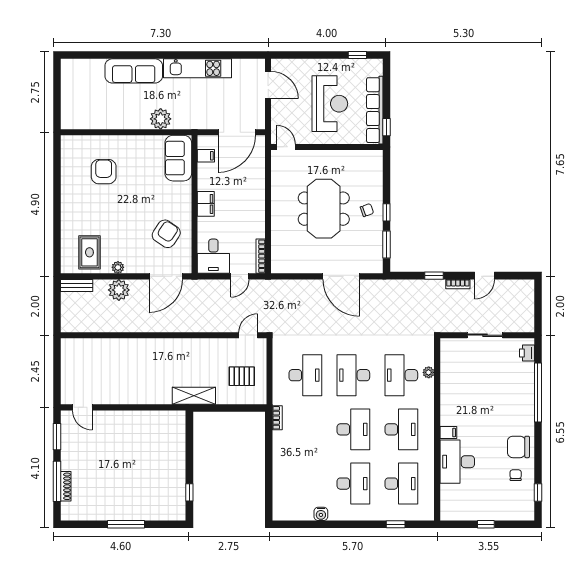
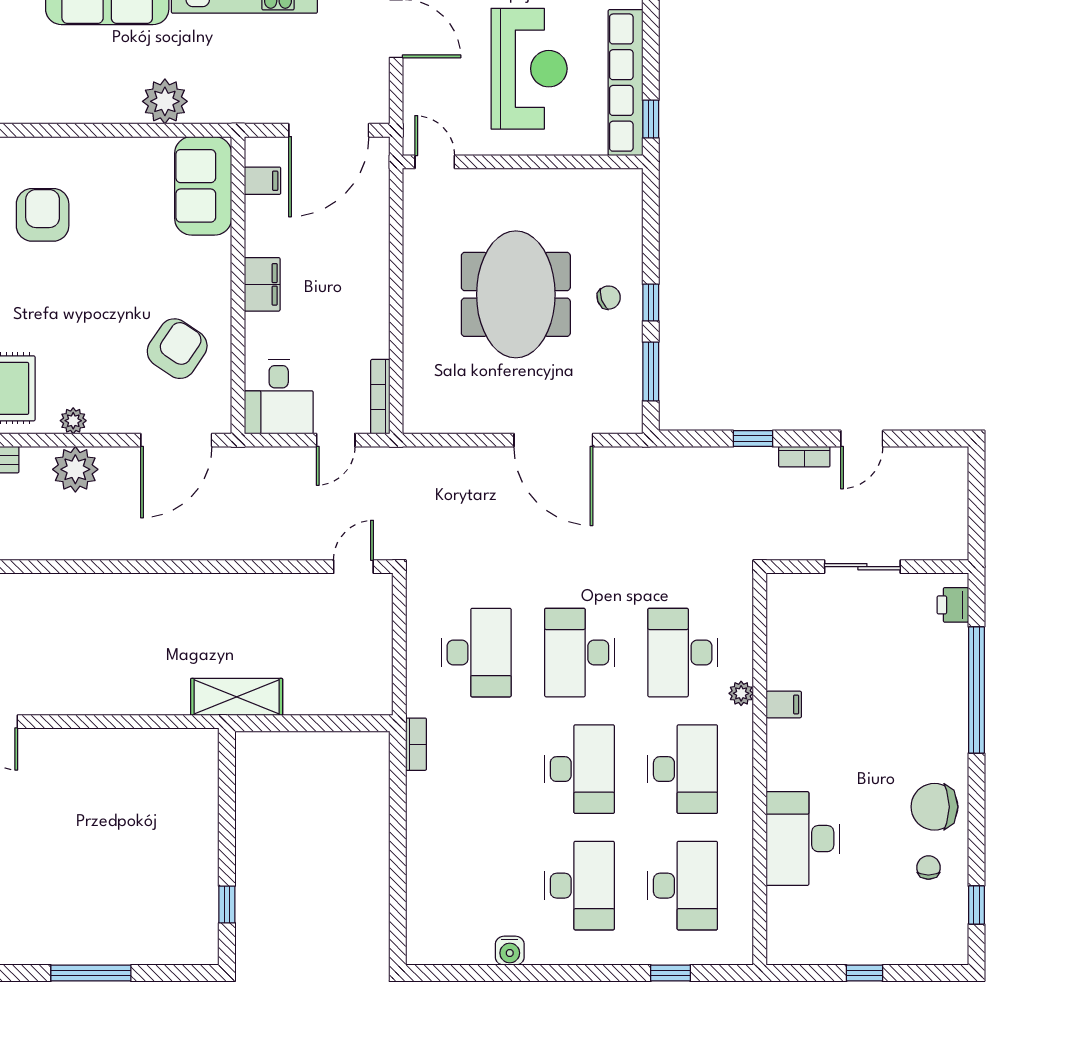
plant: (429, 372) -> (741, 693), moved
pallet: (242, 376) -> (340, 655), removed
filing cabinet: (448, 433) -> (784, 704), moved

